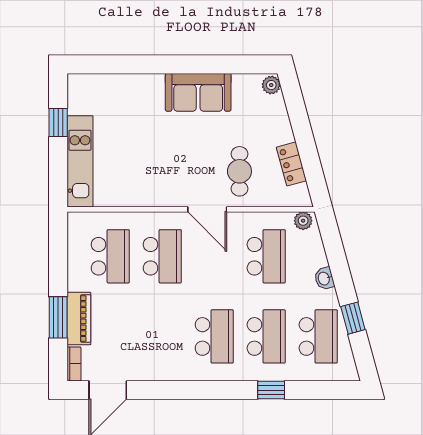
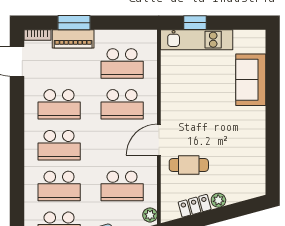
plant: (271, 85) -> (218, 200), moved
sofa: (198, 92) -> (251, 80), moved
window: (58, 122) -> (195, 23), moved
school desk: (162, 336) -> (59, 104), added
window: (271, 390) -> (17, 190), removed

